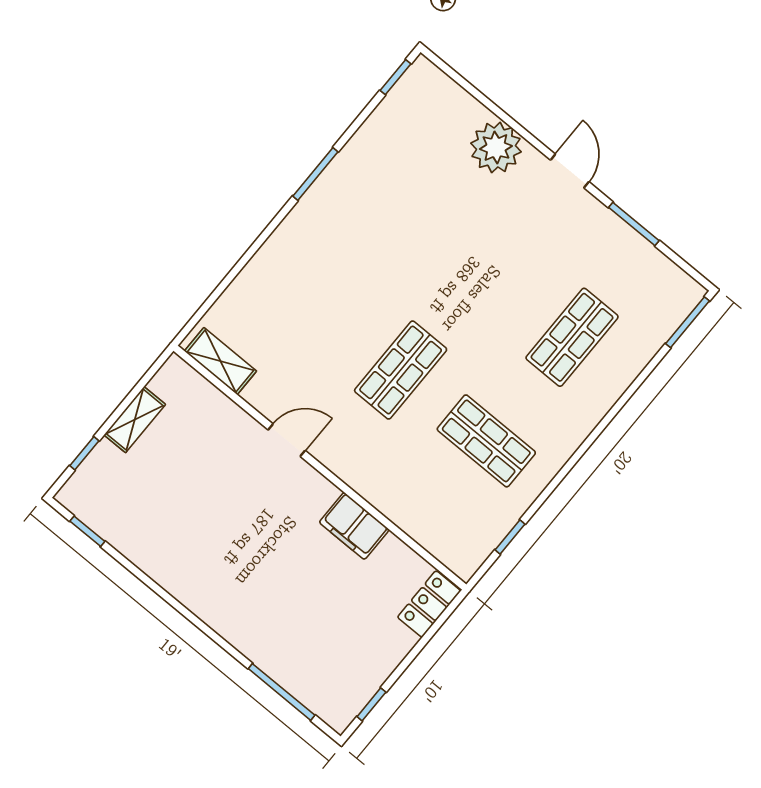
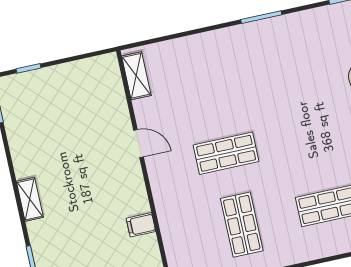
shelving: (135, 420) -> (30, 199), moved, turned 90
filing cabinet: (354, 526) -> (141, 225), width x0.50

